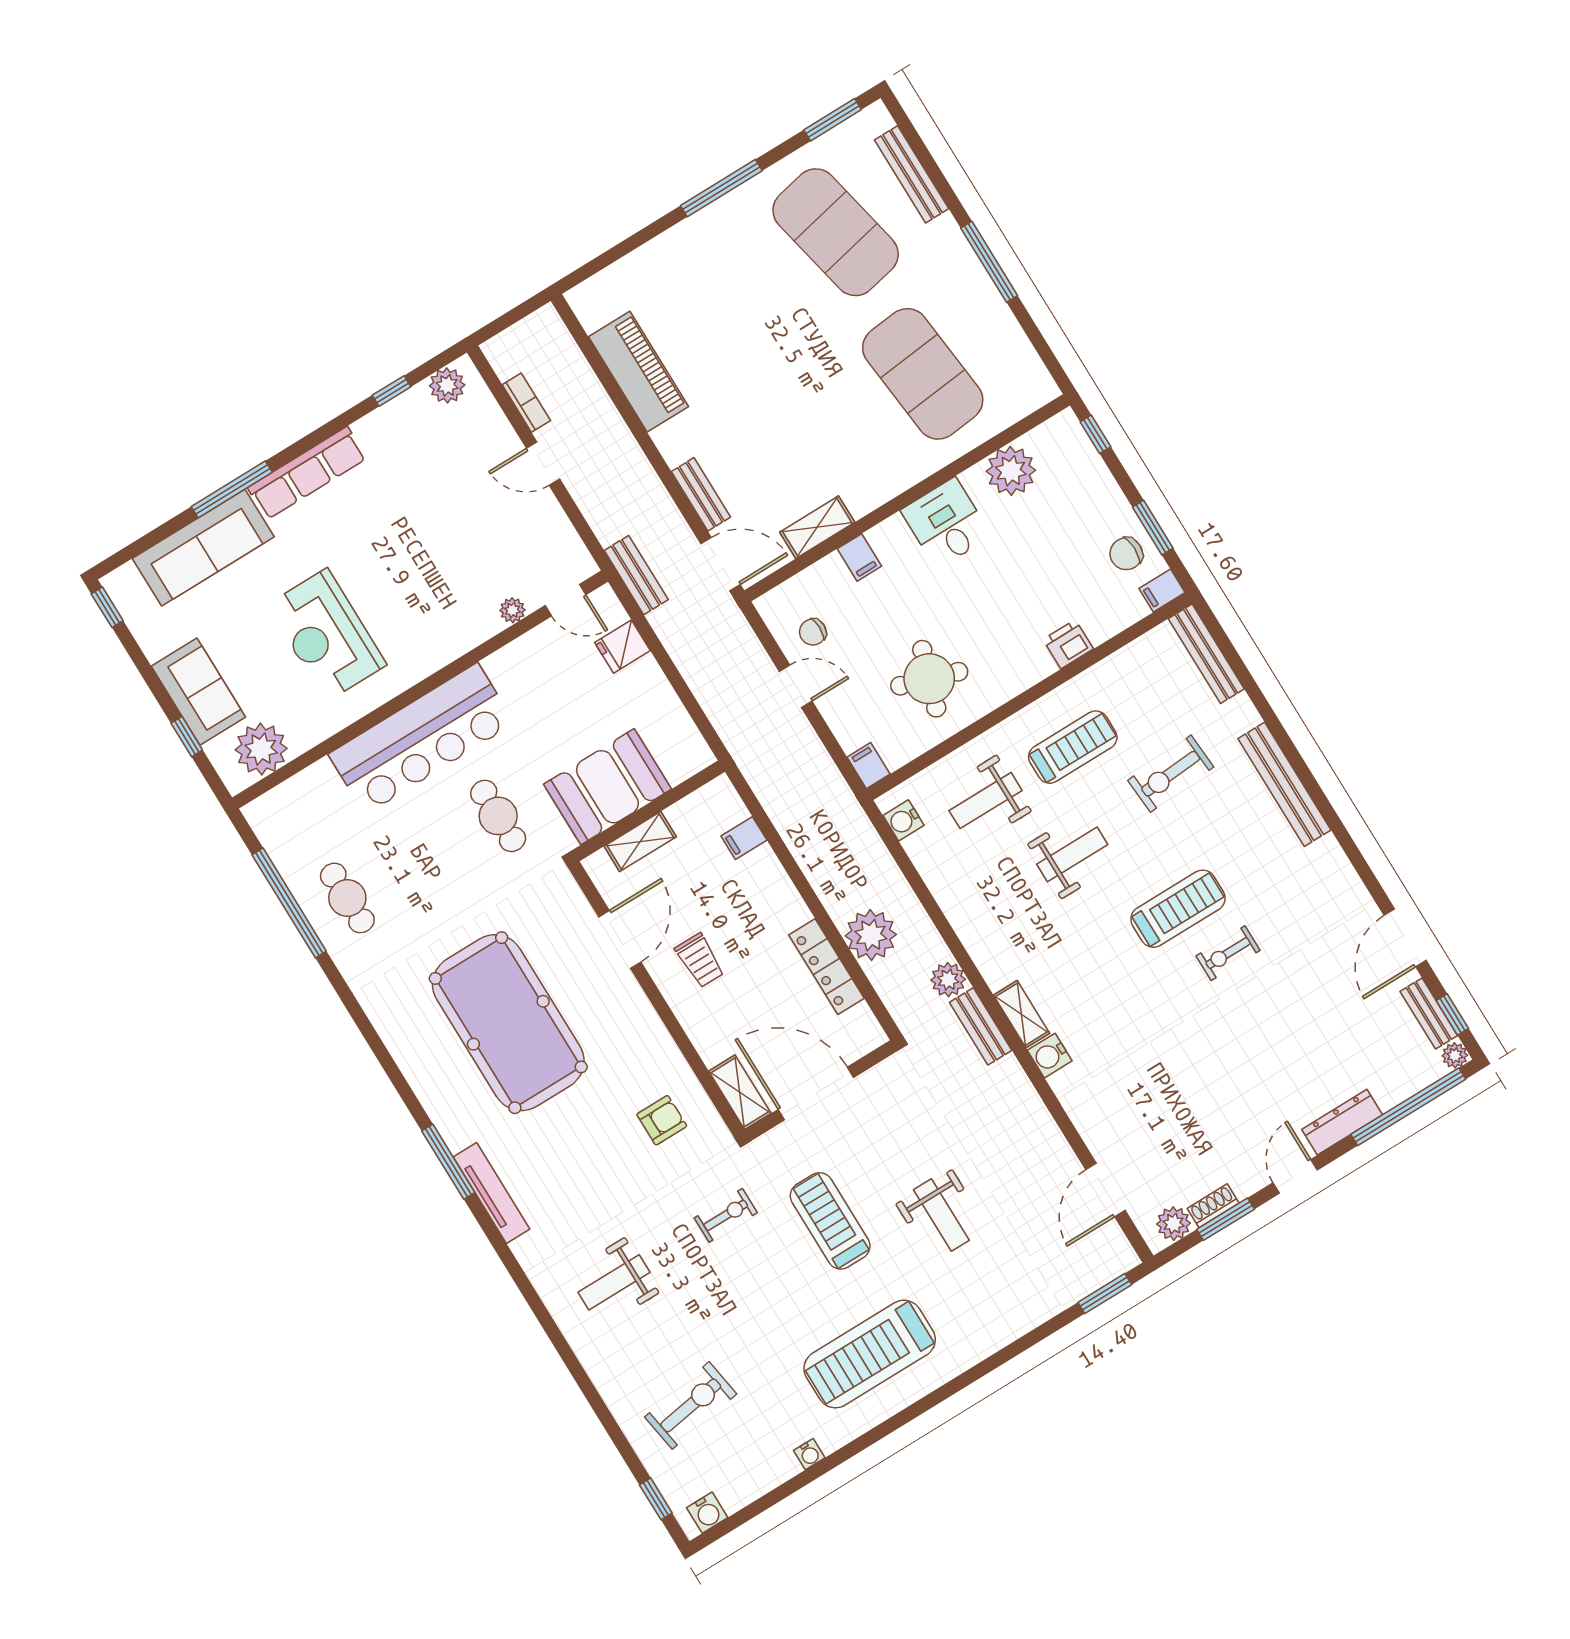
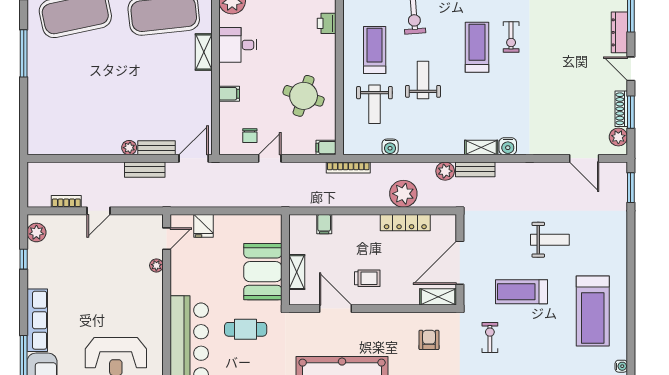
piano: (638, 372) -> (84, 142), removed
plant: (674, 450) -> (129, 148), added
shelving: (817, 527) -> (204, 52), moved
bench: (636, 575) -> (145, 170), moved
water cooler: (903, 820) -> (390, 147), moved
bookcase: (858, 821) -> (348, 168), added
shoe rack: (1213, 1206) -> (621, 109), width x1.43

